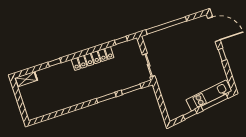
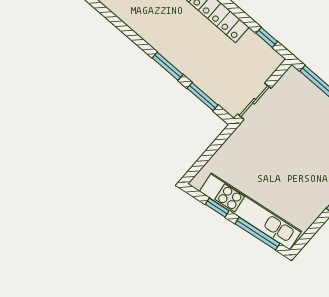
kitchen unit: (209, 96) -> (250, 211), width x1.36

